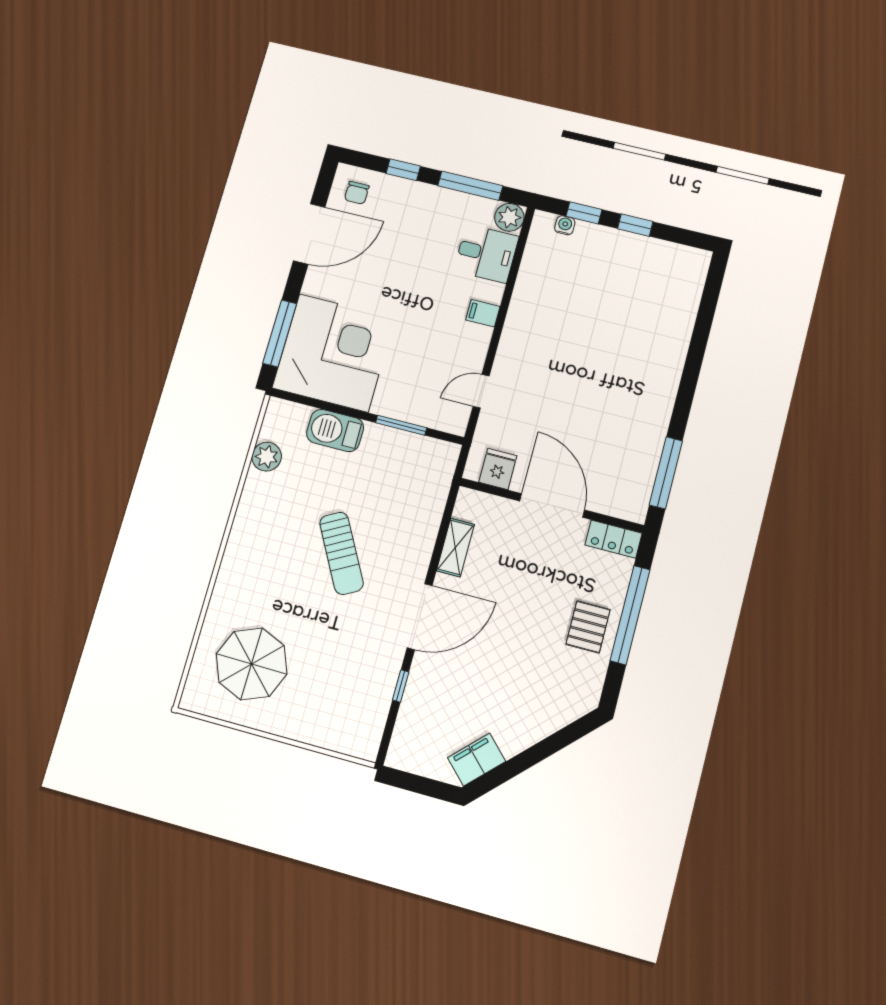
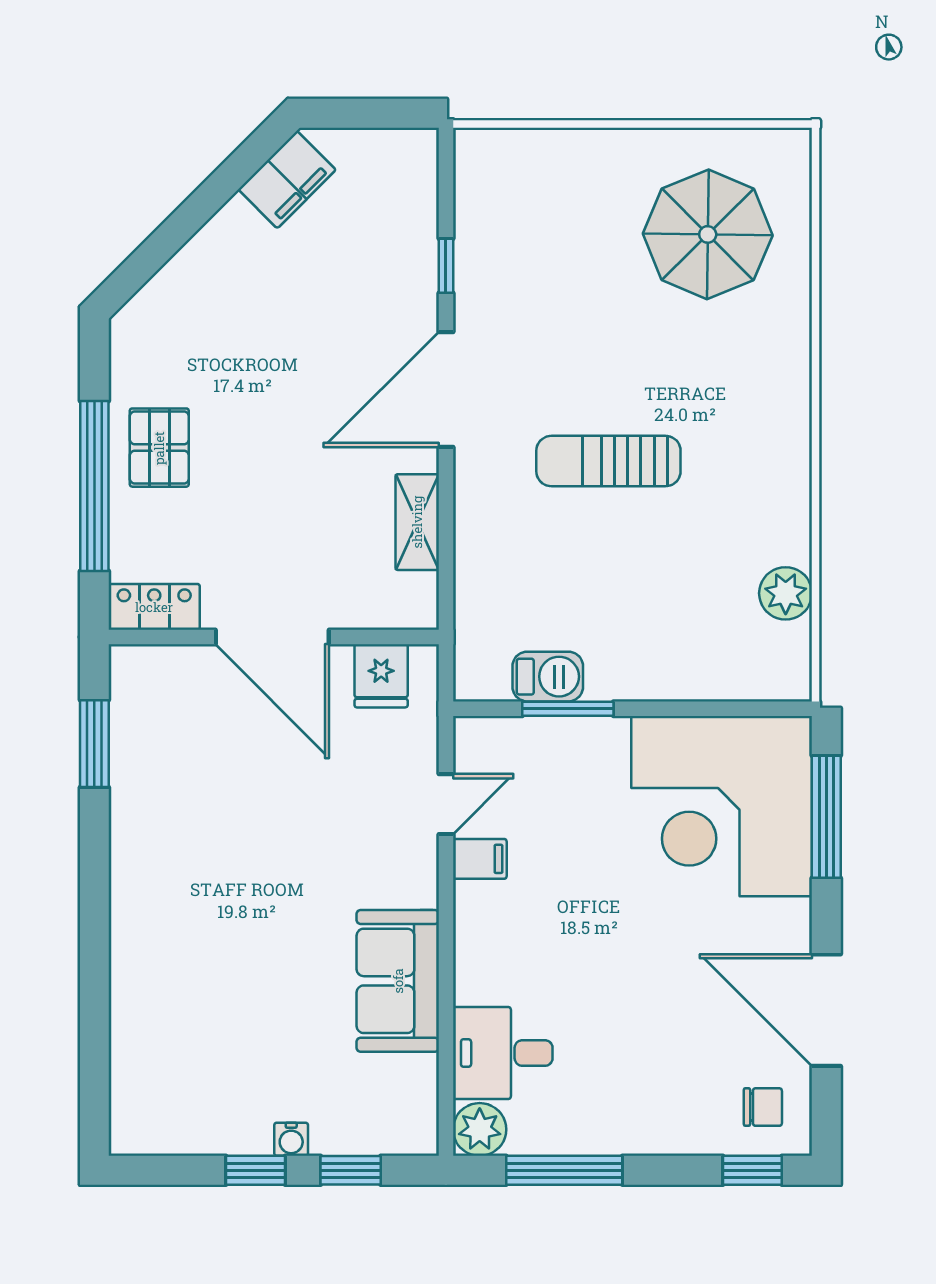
window: (403, 170) -> (752, 1170), moved
chair: (357, 193) -> (763, 1107), turned 90
water cooler: (565, 225) -> (291, 1139), moved
door: (309, 234) -> (826, 1010), hinge flipped
sofa: (532, 305) -> (398, 981), added
filing cabinet: (483, 313) -> (480, 859), moved
barbecue: (335, 430) -> (548, 677), moved, width x0.73, depth x0.79
window: (666, 473) -> (94, 744), width x0.69
sun lounger: (341, 553) -> (608, 461), turned -61

